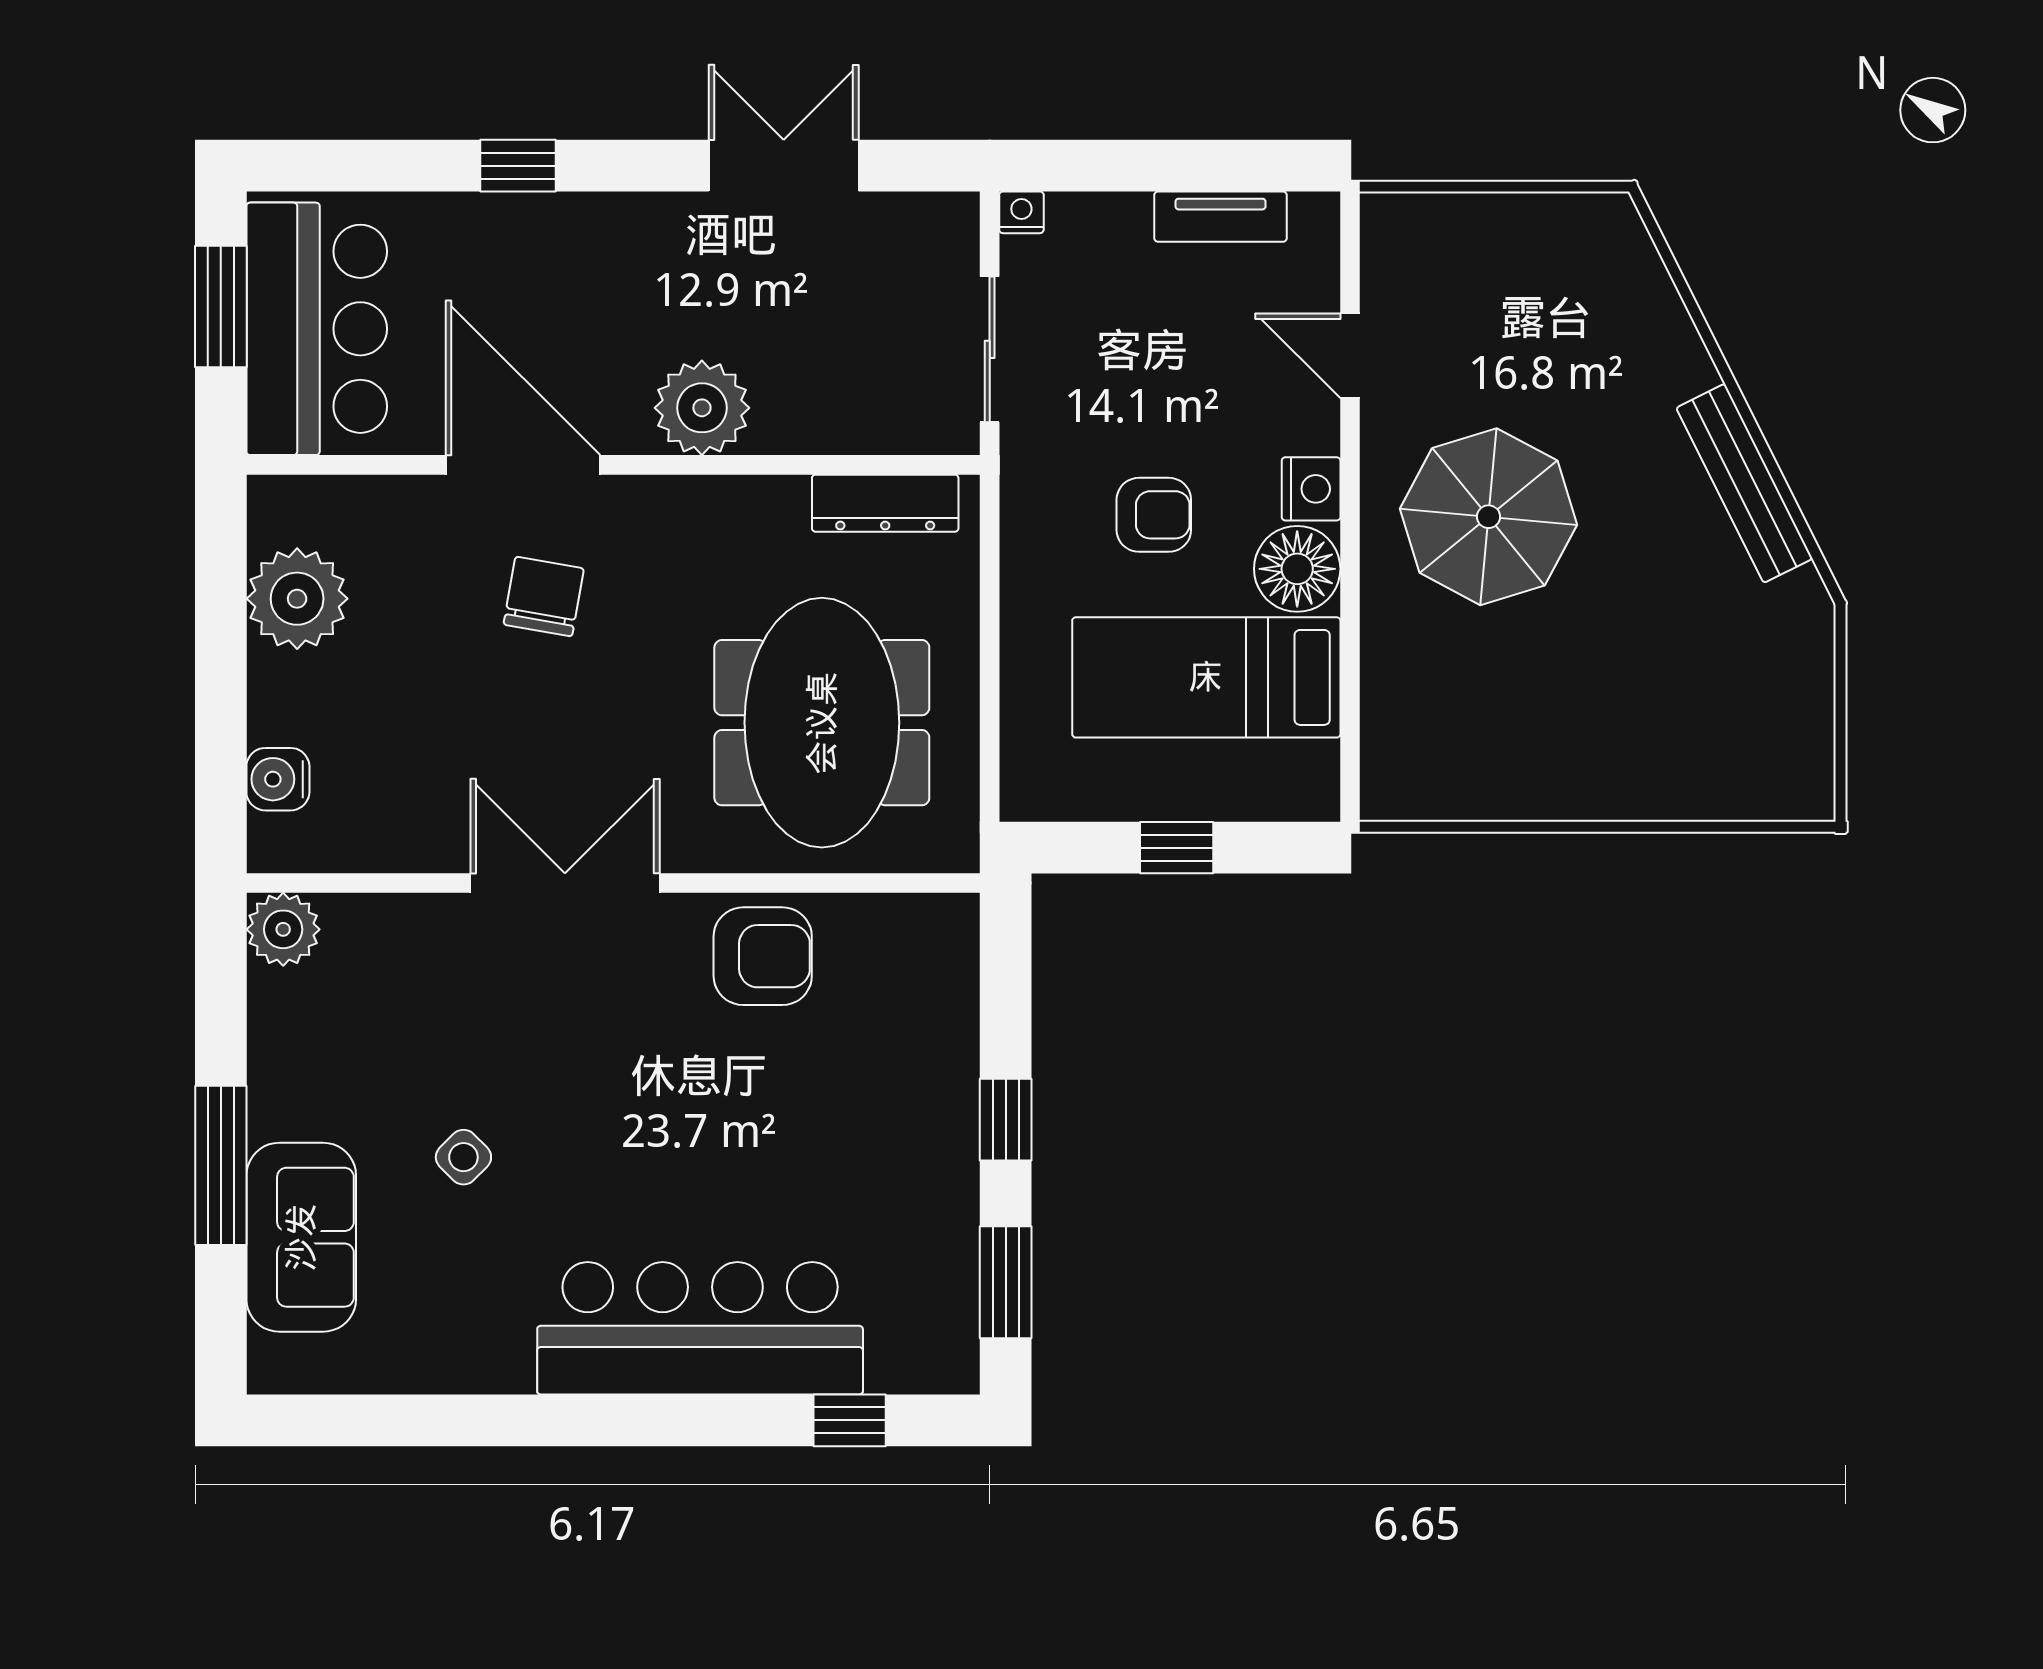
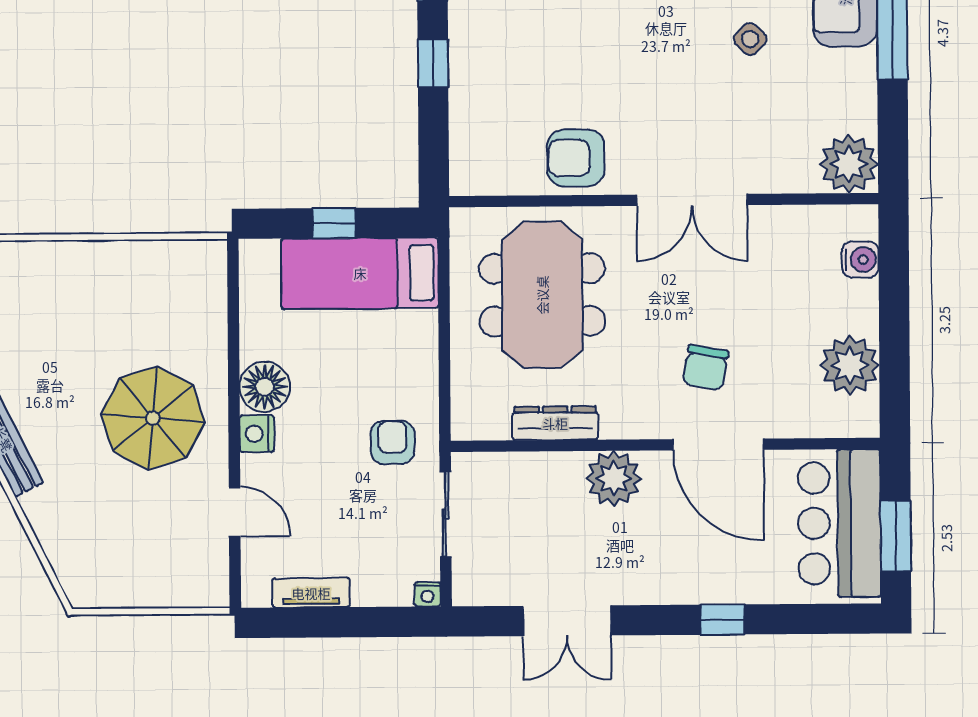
dresser: (885, 503) -> (555, 423), moved
armchair: (1154, 515) -> (393, 442), moved, turned 90
bed: (1206, 677) -> (360, 273), moved, turned 180
plant: (283, 929) -> (849, 164), width x1.36, depth x1.36

